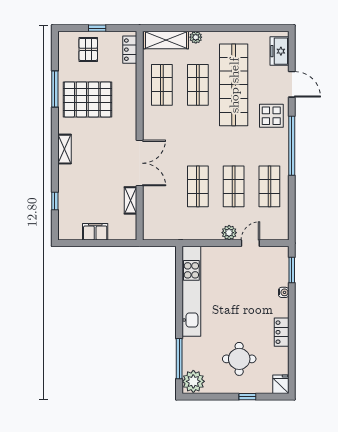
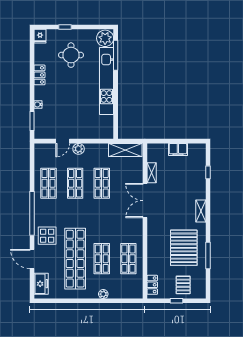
shelving: (166, 40) -> (125, 150), moved
pallet: (87, 99) -> (184, 248), turned 90
kitchen unit: (191, 291) -> (106, 81), moved

